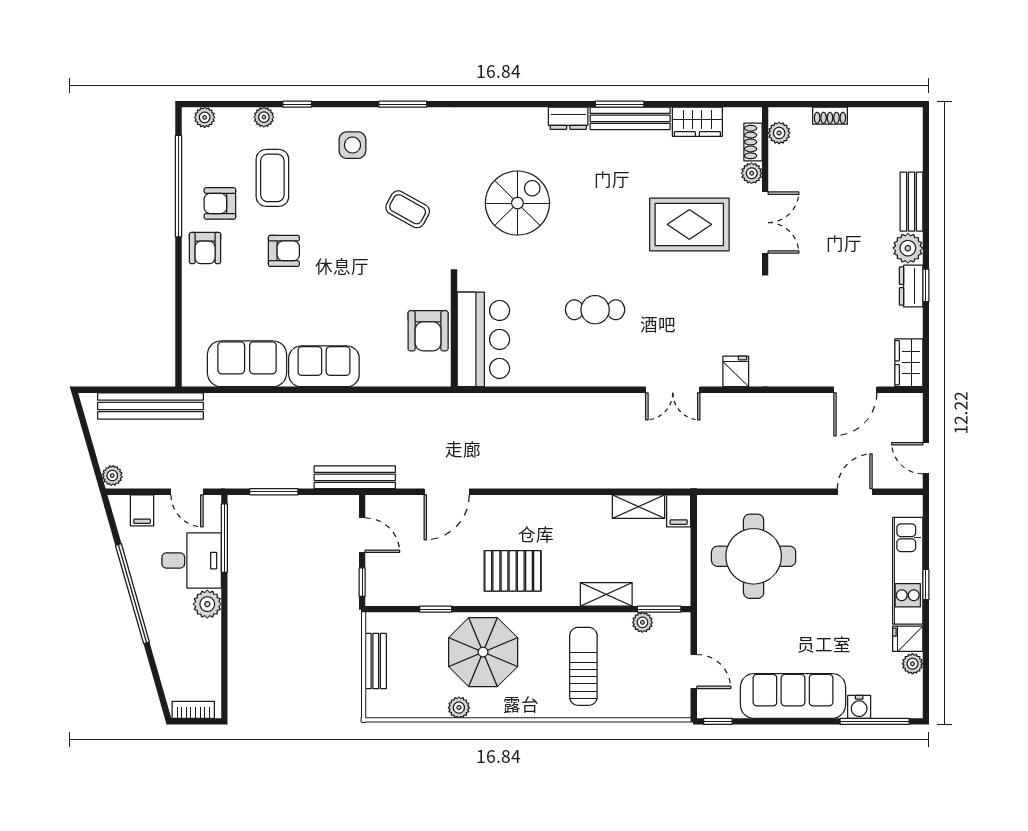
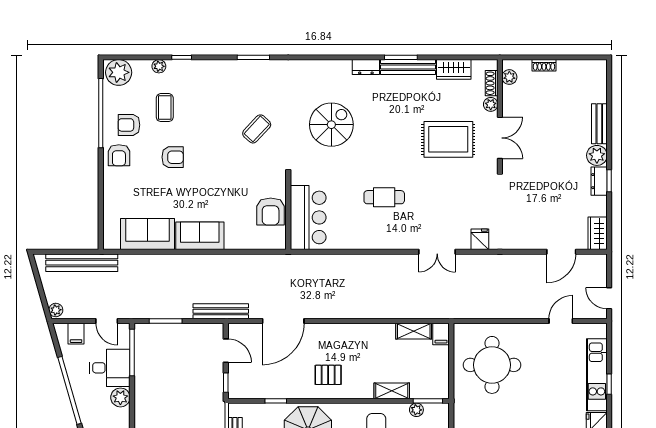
plant: (205, 117) -> (119, 72), width x1.87, depth x1.87
side table: (352, 145) -> (219, 85), removed
coffee table: (272, 178) -> (165, 108), width x0.73, depth x0.77
coffee table: (408, 209) -> (257, 129), turned -76
door: (447, 492) -> (283, 321), width x1.36
pallet: (513, 571) -> (328, 375), width x0.67, depth x0.71

